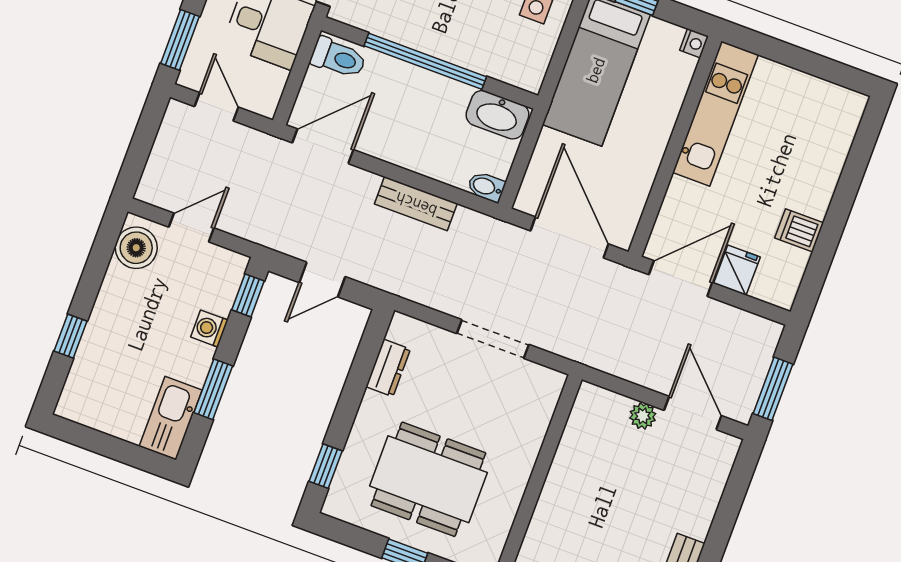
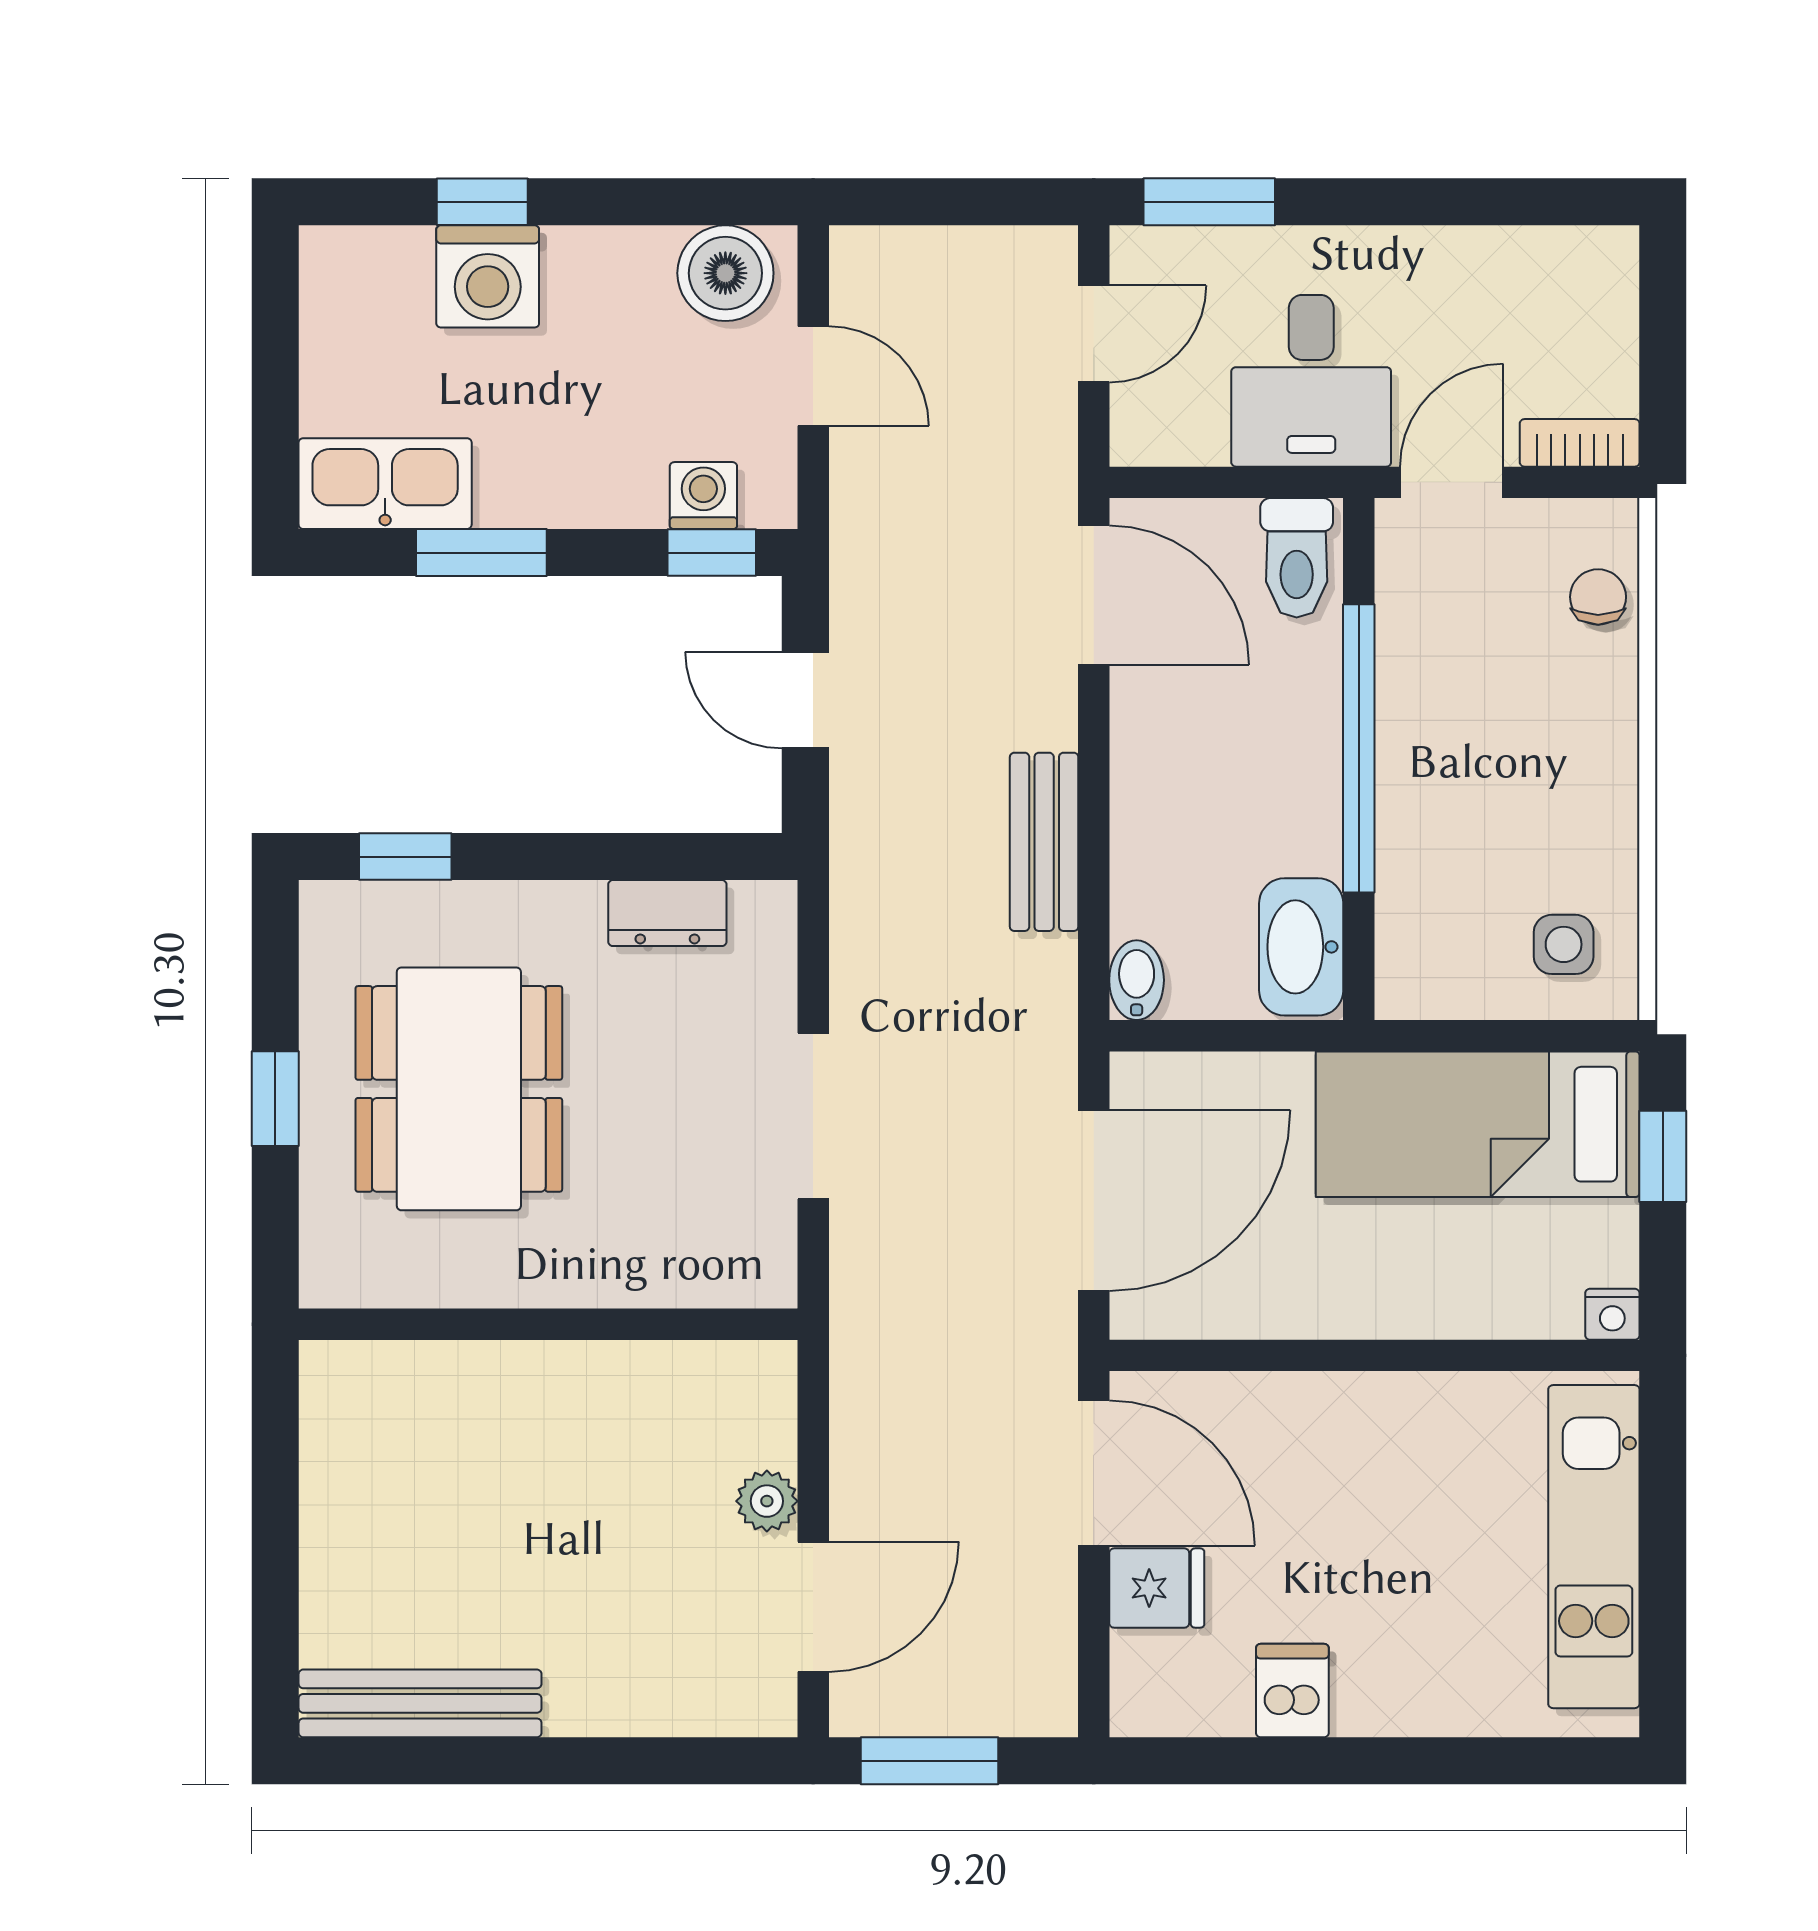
kitchen unit: (715, 114) -> (1594, 1547), moved, turned 90
washing machine: (209, 329) -> (703, 496), moved
washing machine: (102, 345) -> (488, 276), added

